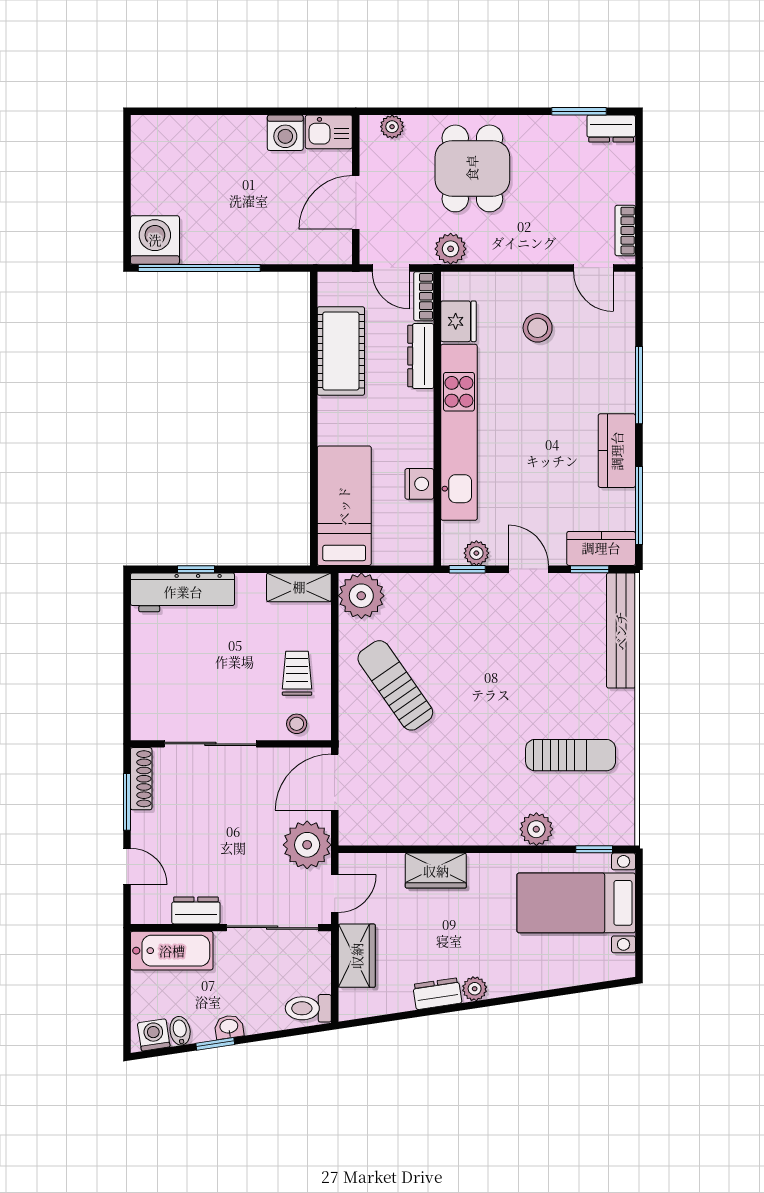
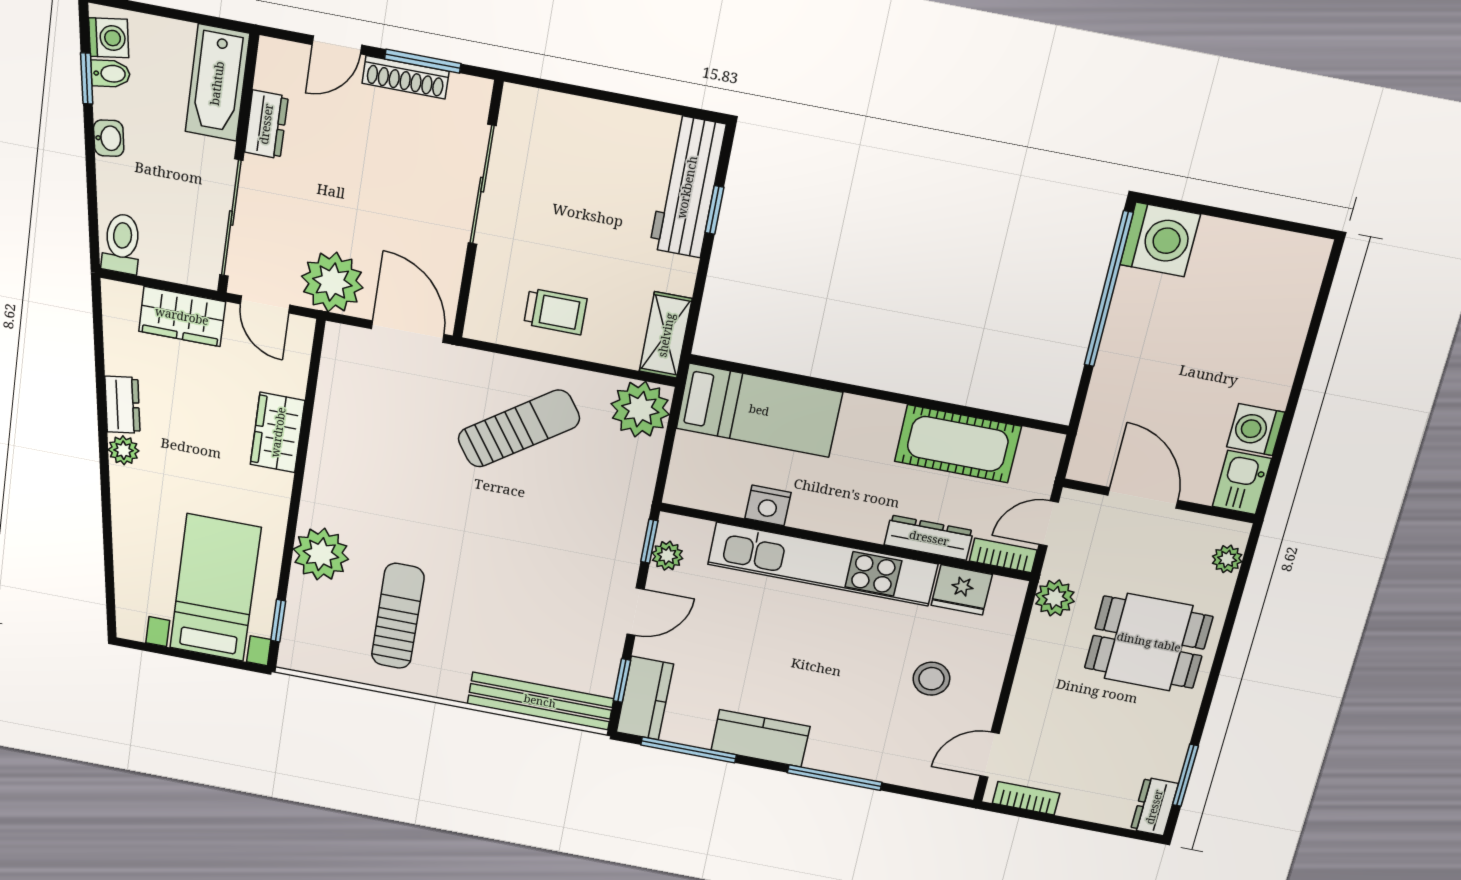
stool: (297, 724) -> (490, 299), removed
sun lounger: (571, 755) -> (398, 616), turned 180
shoe rack: (141, 779) -> (406, 77), moved
plant: (536, 829) -> (321, 554), width x1.36, depth x1.36
window: (215, 1044) -> (87, 78), moved

